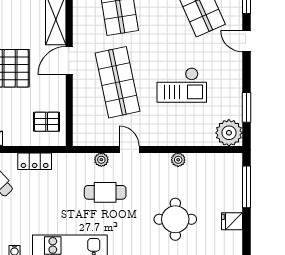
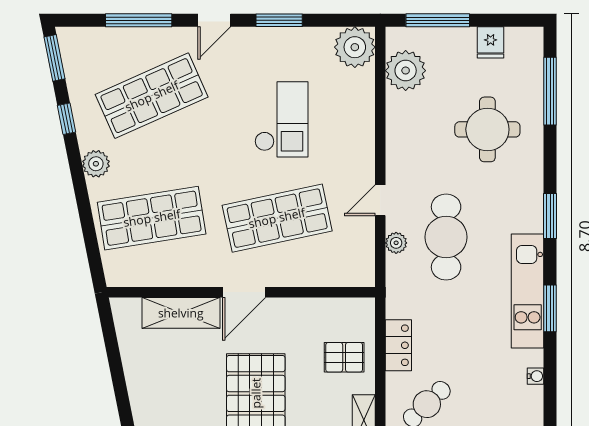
door: (69, 61) -> (244, 292), hinge flipped
window: (246, 107) -> (279, 20), moved
pallet: (47, 122) -> (344, 357), moved, turned 90
plant: (178, 160) -> (406, 71), moved, width x1.88, depth x1.88
cafe table: (105, 192) -> (446, 237), width x1.37, depth x1.35

